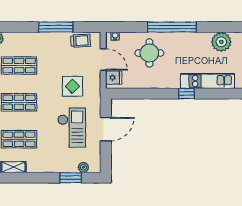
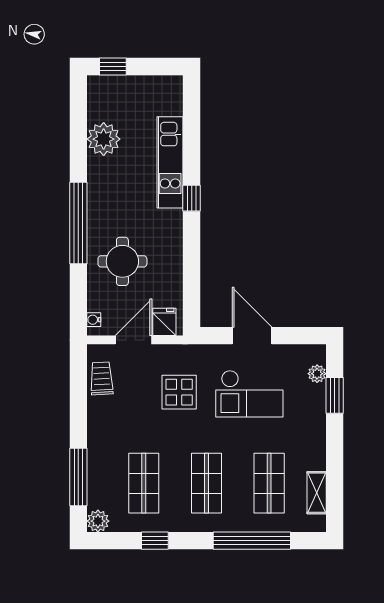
window: (56, 27) -> (78, 477), moved
checkout: (72, 128) -> (249, 394), turned 180

